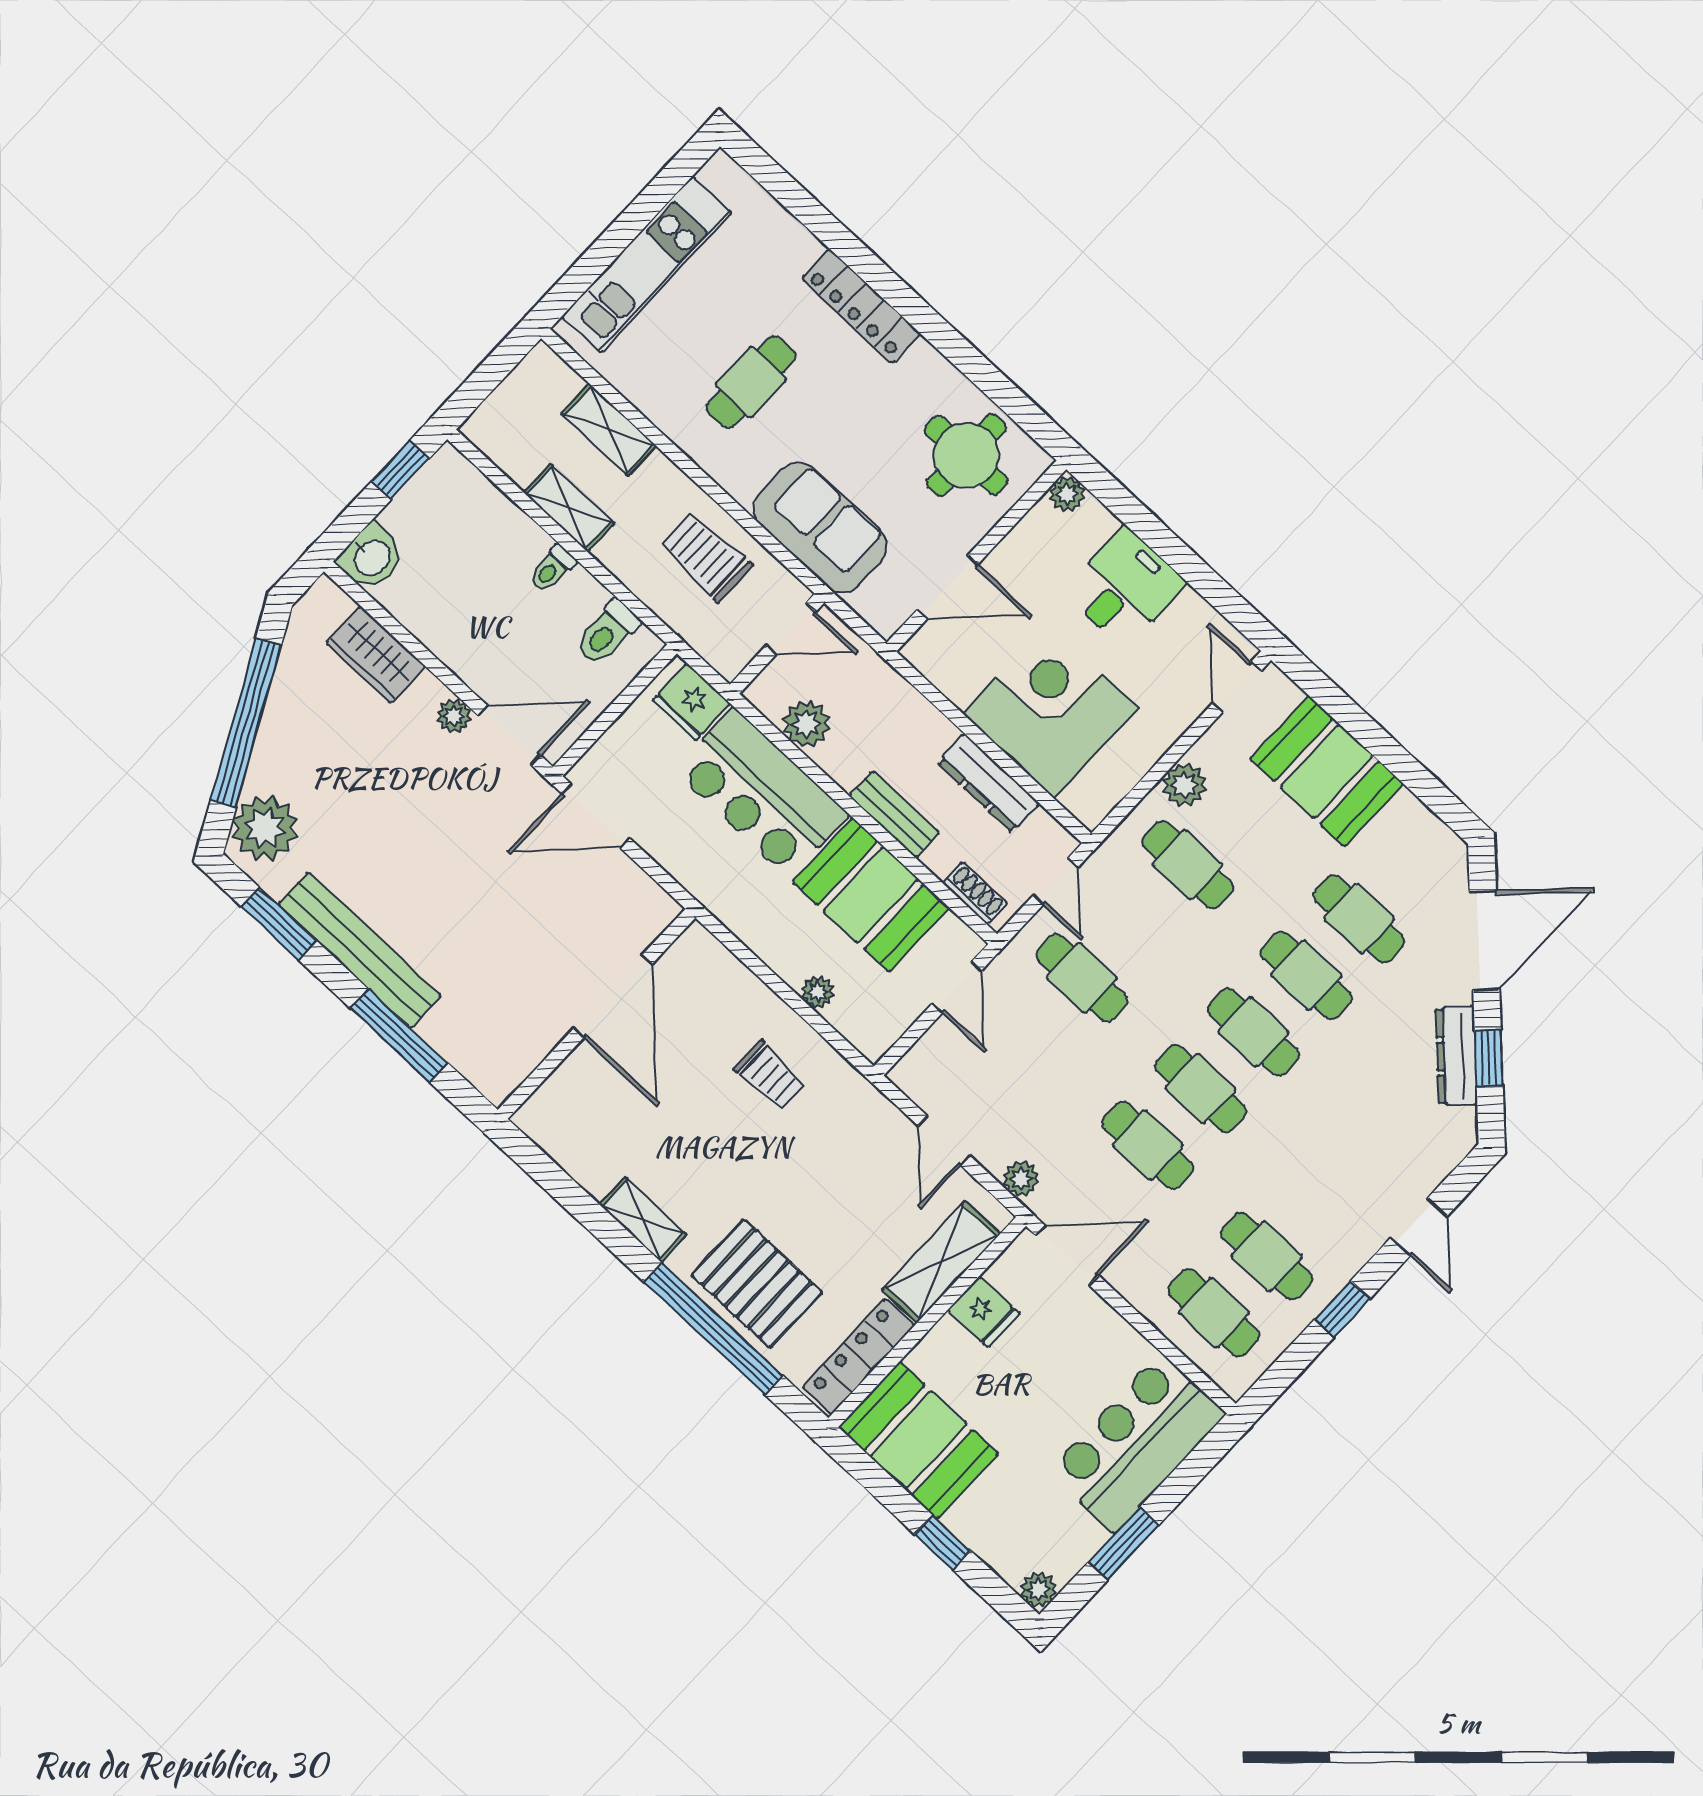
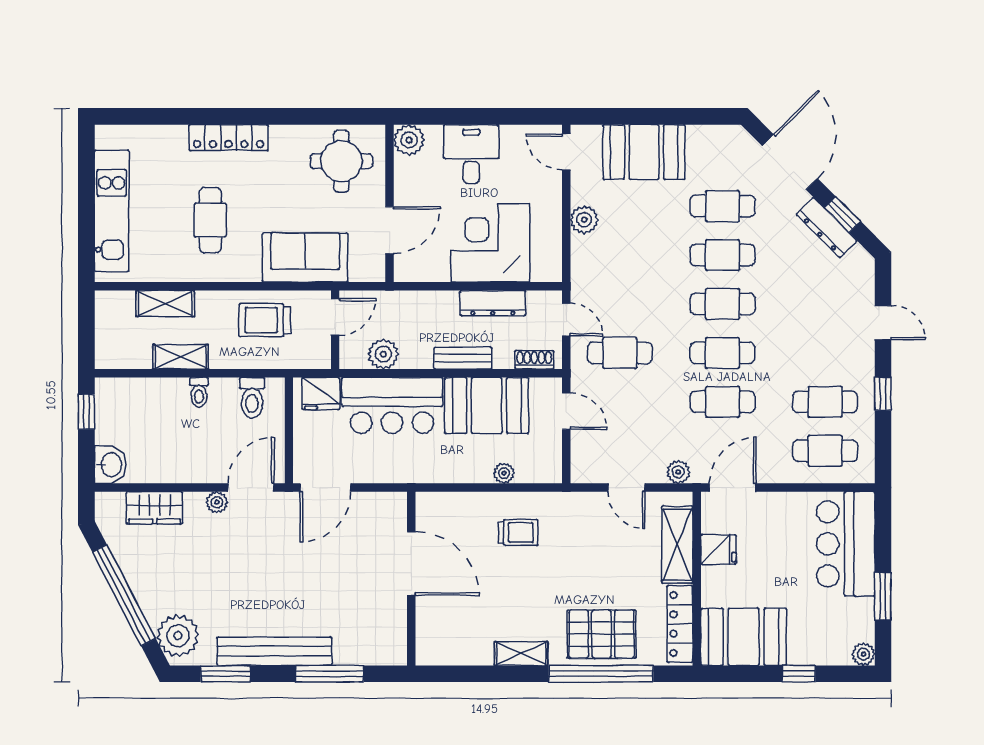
plant: (1067, 494) -> (409, 140), width x1.38, depth x1.38
cafe table: (1187, 865) -> (620, 255), removed

